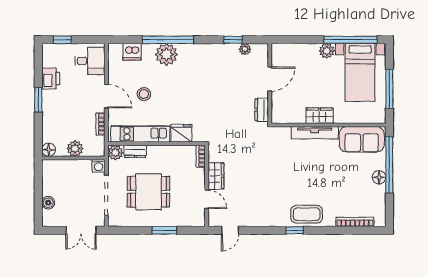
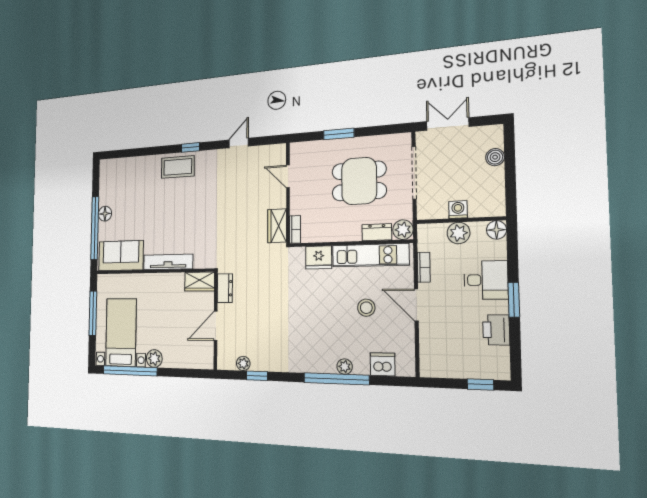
plant: (166, 54) -> (345, 367), width x0.53, depth x0.53
desk: (90, 61) -> (486, 280), moved, turned 180
wardrobe: (320, 116) -> (200, 282), moved
washing machine: (99, 166) -> (458, 210), moved
wardrobe: (216, 176) -> (277, 226), moved
bookcase: (355, 222) -> (129, 162), removed
door: (230, 230) -> (239, 143), moved

